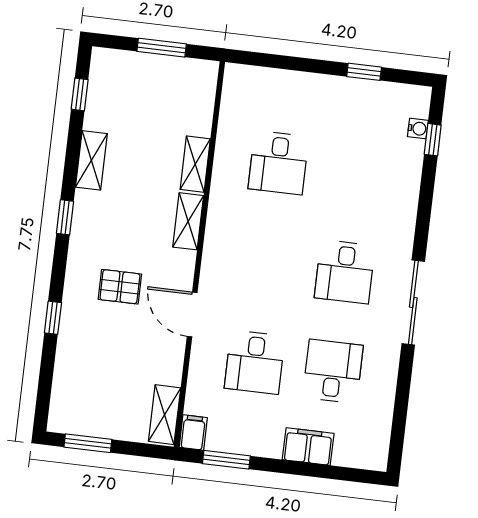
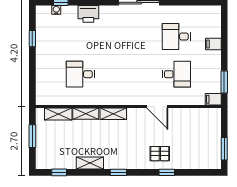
desk: (278, 163) -> (80, 74), turned 180
printer: (402, 194) -> (88, 14), added
desk: (345, 272) -> (128, 37), removed
pallet: (120, 287) -> (160, 154), moved, turned 90
door: (192, 314) -> (157, 106), hinge flipped
shelving: (165, 415) -> (58, 114), moved
filing cabinet: (308, 447) -> (213, 44), width x0.50

